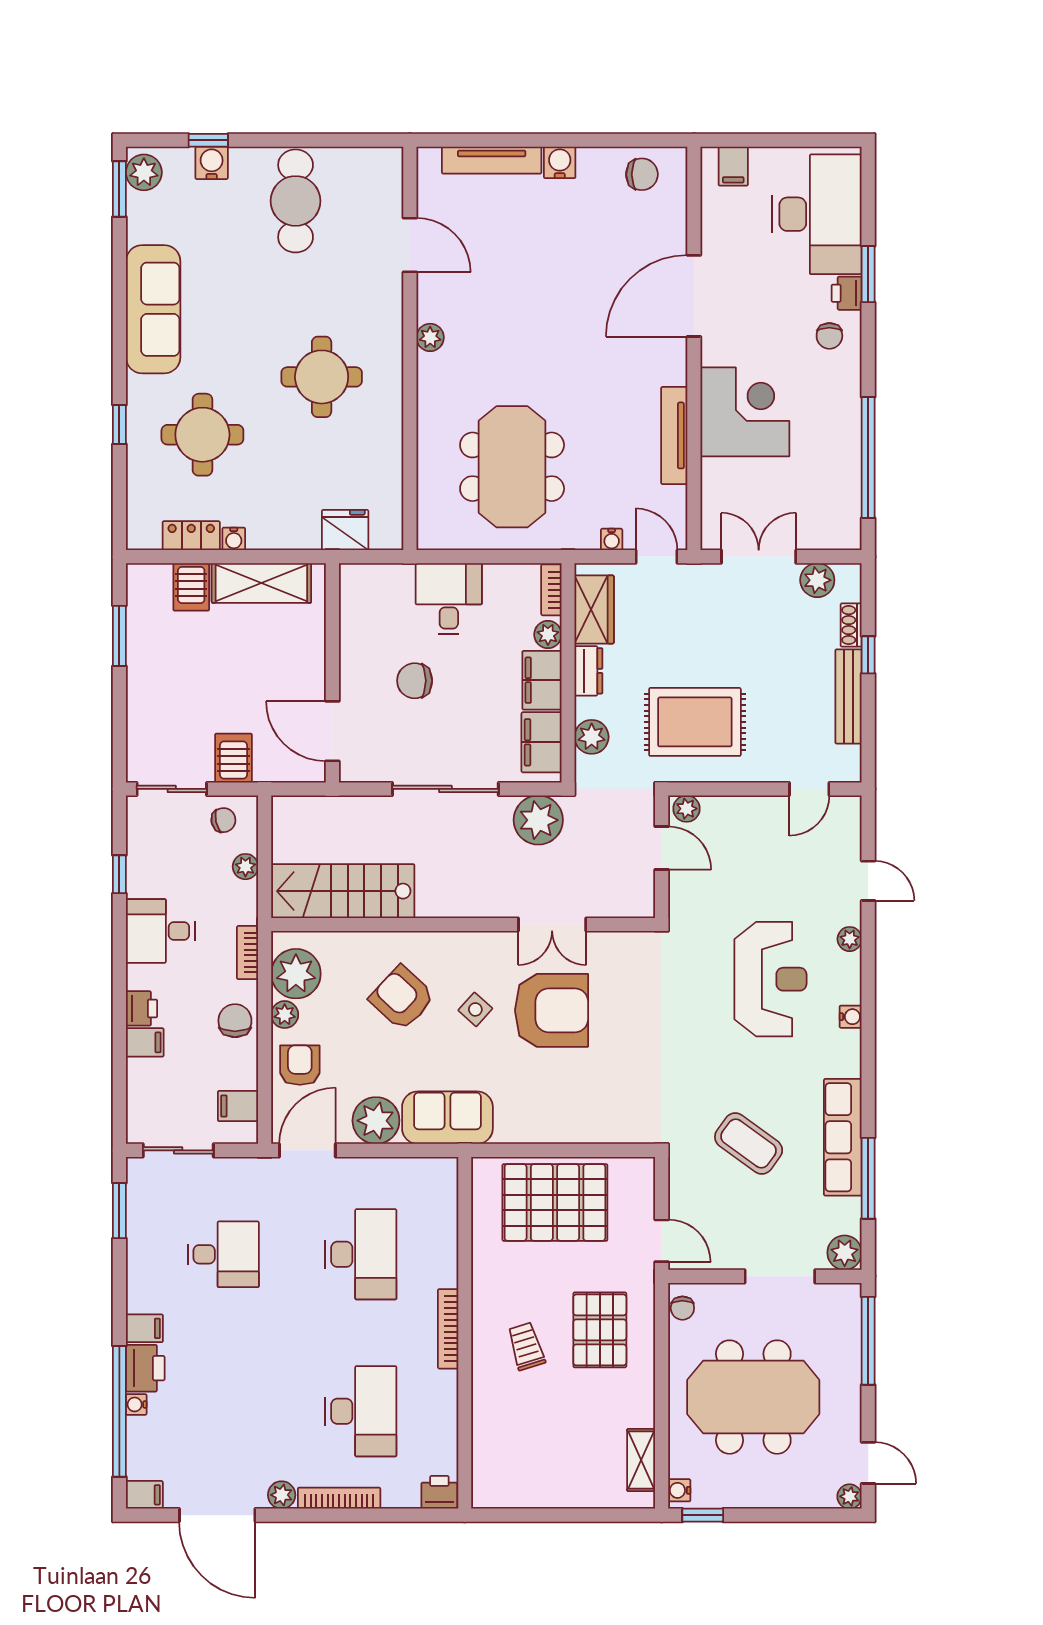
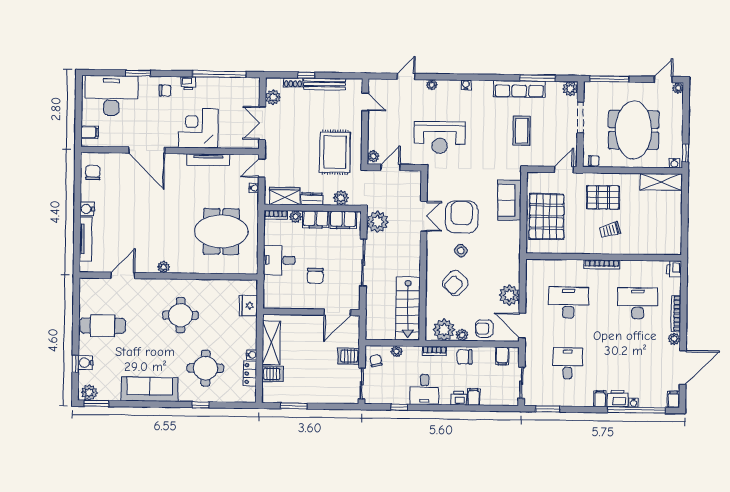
printer: (847, 293) -> (188, 83), moved
reception desk: (770, 979) -> (440, 138), moved, turned 180
sofa: (447, 1118) -> (509, 200), moved
coffee table: (749, 1144) -> (522, 131), turned -36
shelving: (641, 1460) -> (661, 182), width x1.50, depth x1.33

